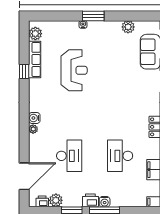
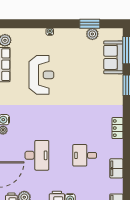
window: (93, 16) -> (90, 24), moved
desk: (120, 156) -> (85, 155), width x0.73

